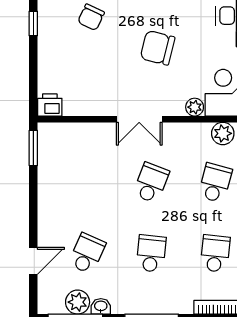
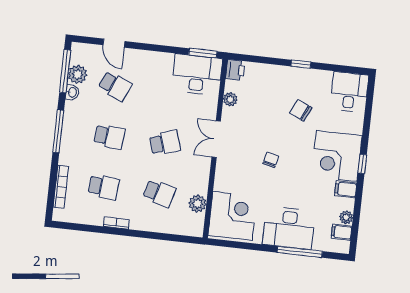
chair: (158, 48) -> (271, 160), width x0.54, depth x0.54
plant: (195, 107) -> (230, 99), moved
desk: (61, 152) -> (197, 75), added
school desk: (151, 183) -> (165, 143), turned -39

